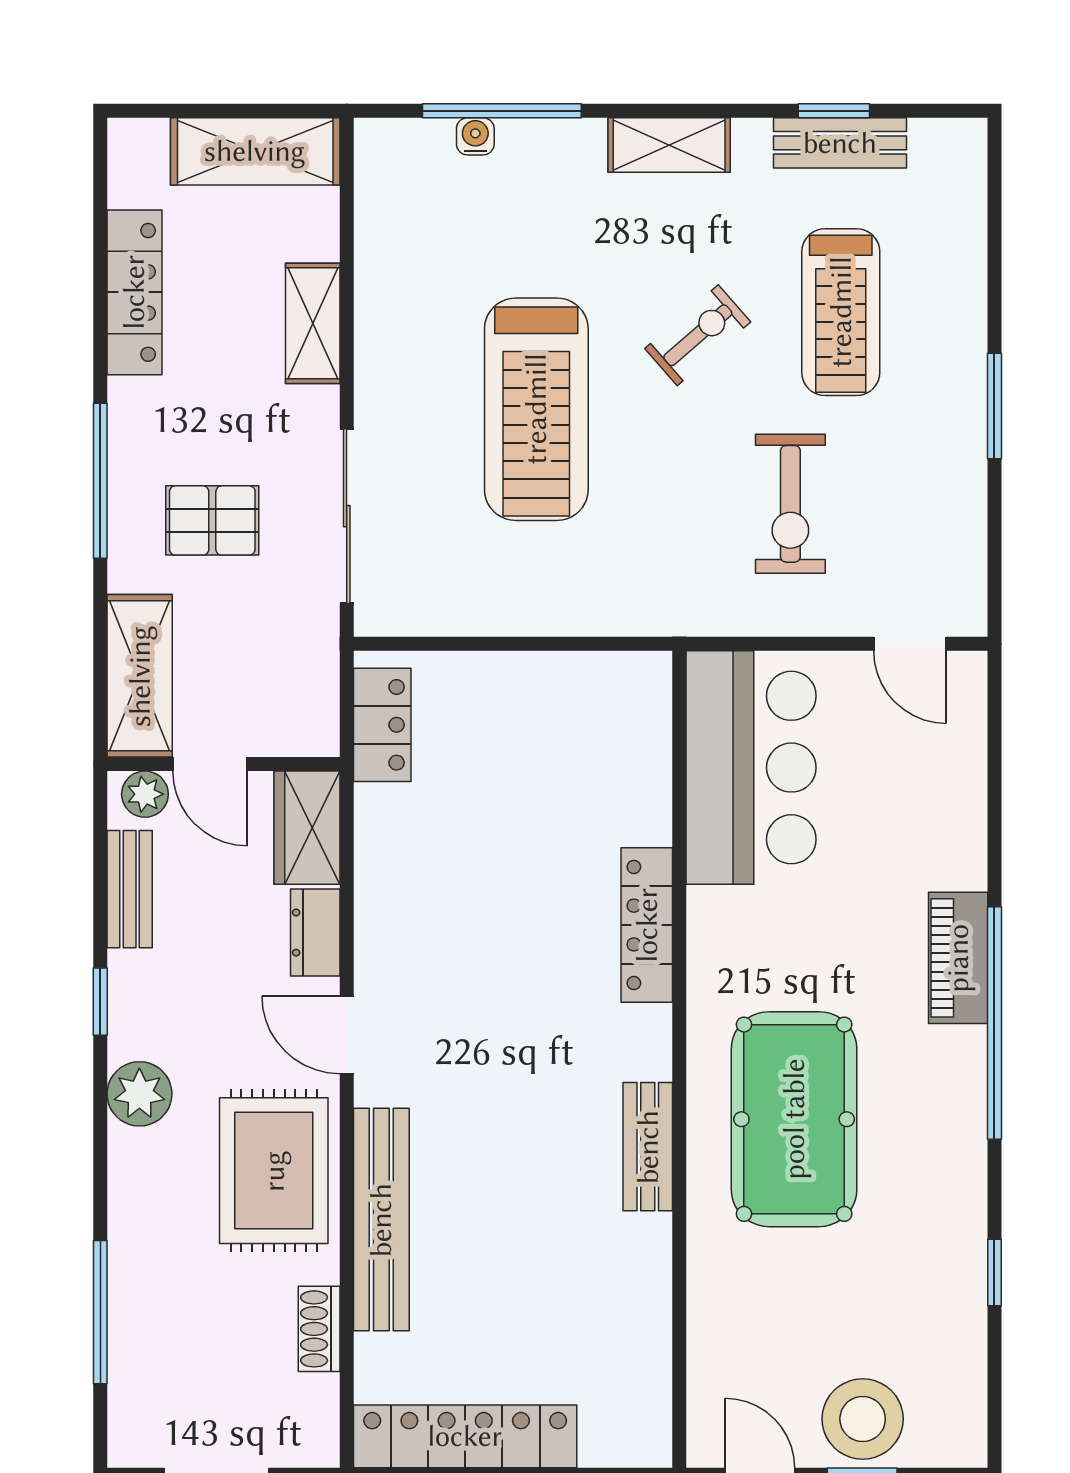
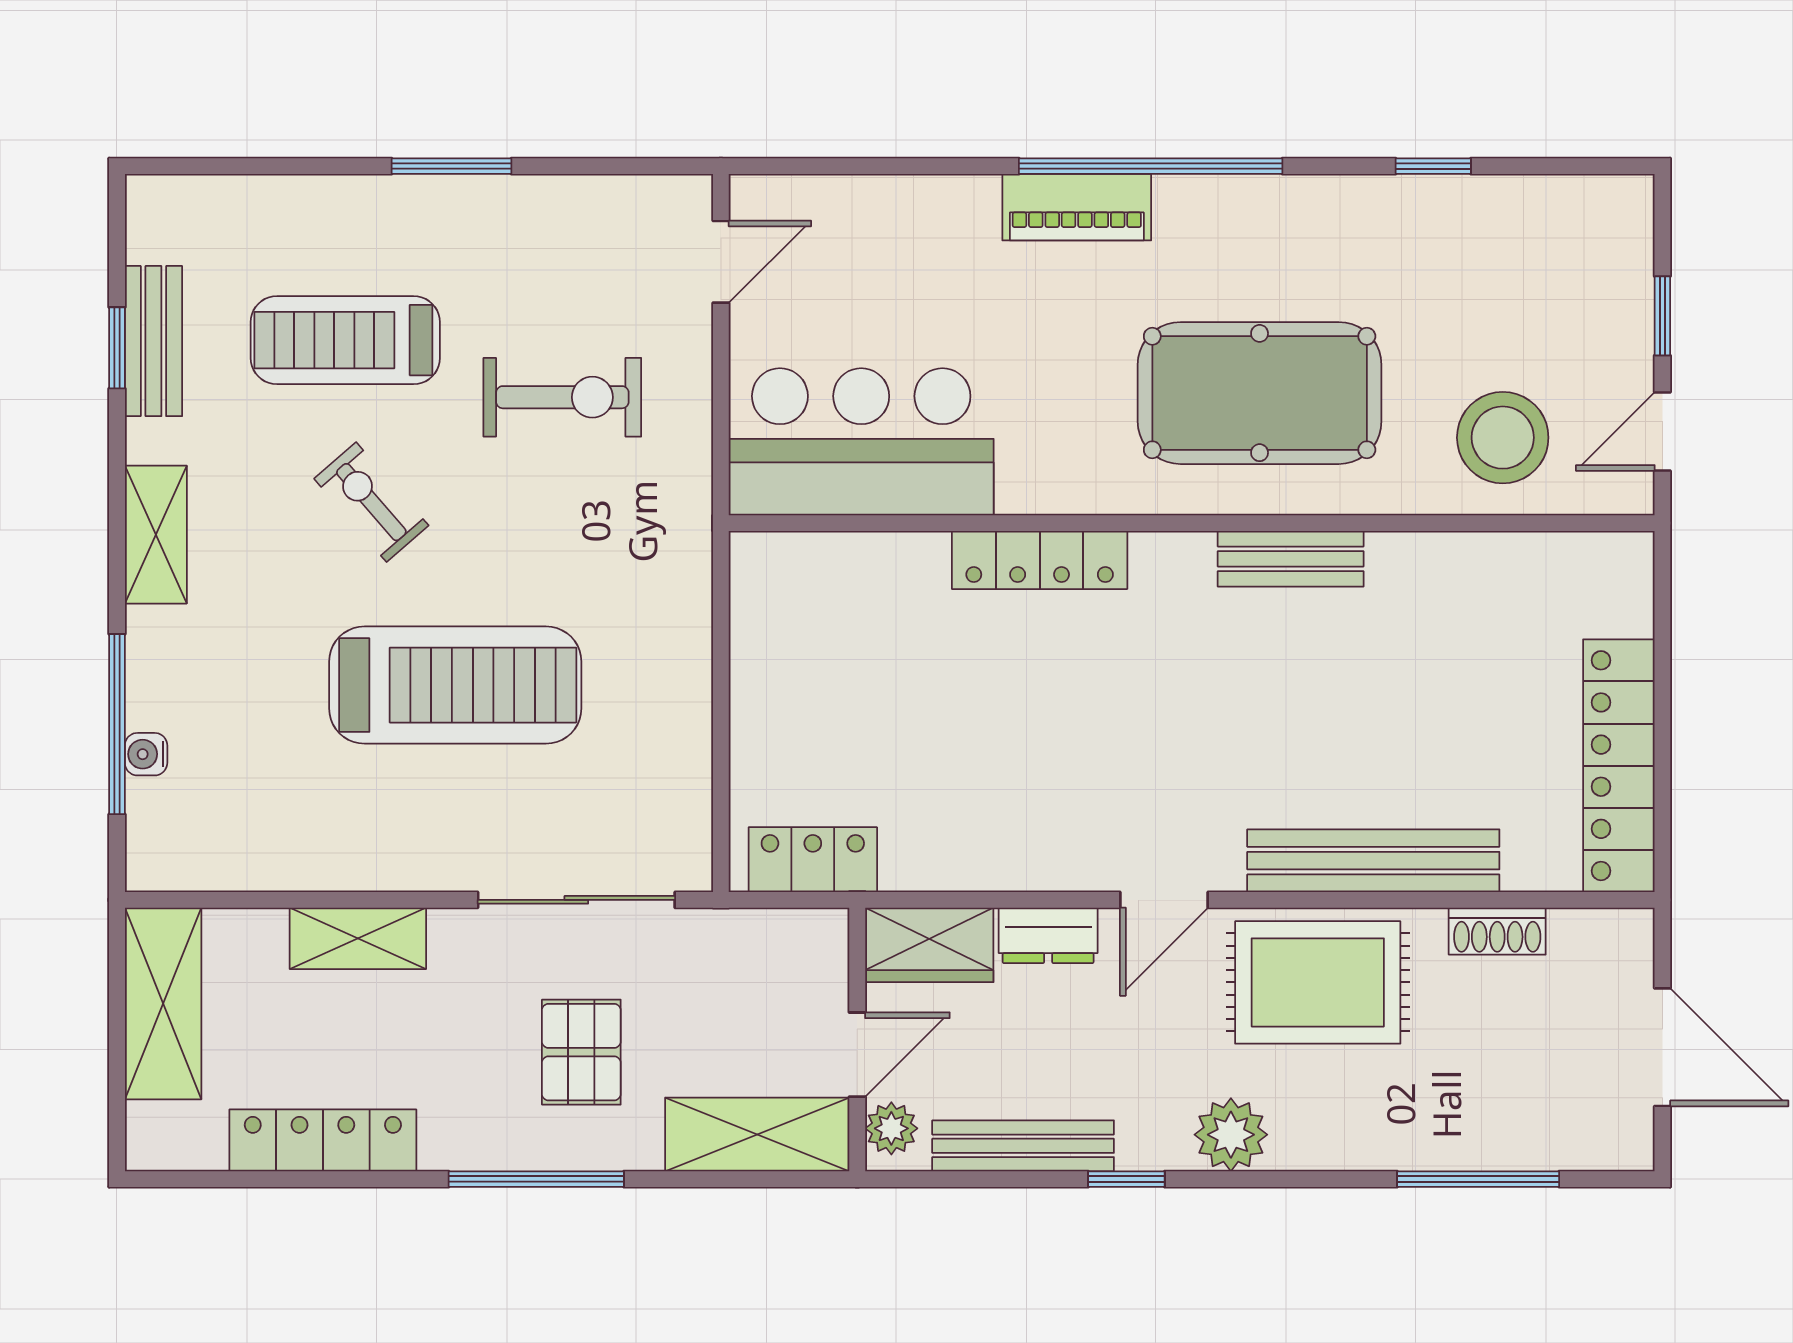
treadmill: (841, 312) -> (345, 340), turned 180
bench: (130, 889) -> (1023, 1146), width x1.36
stool: (863, 1419) -> (1503, 438), moved

